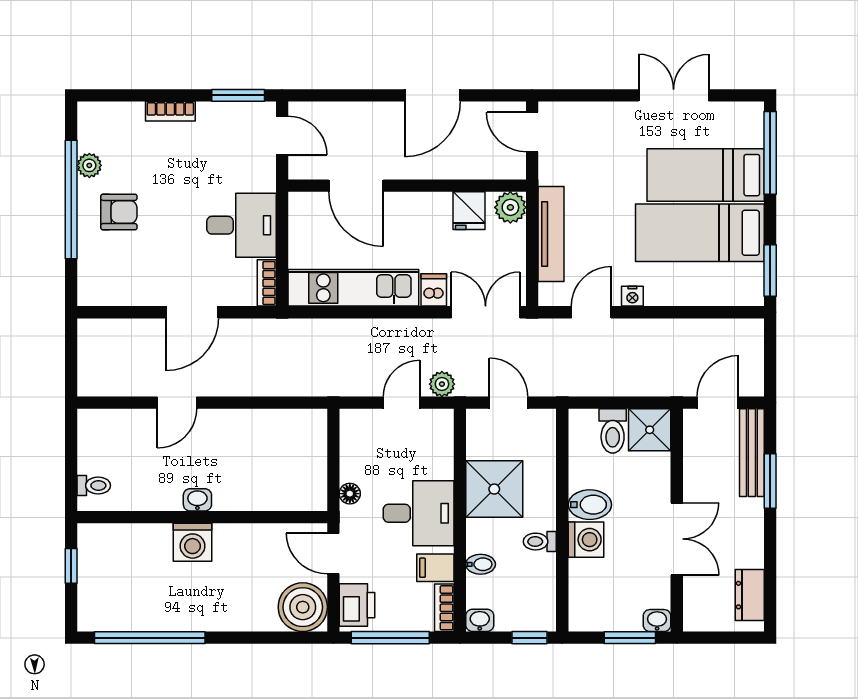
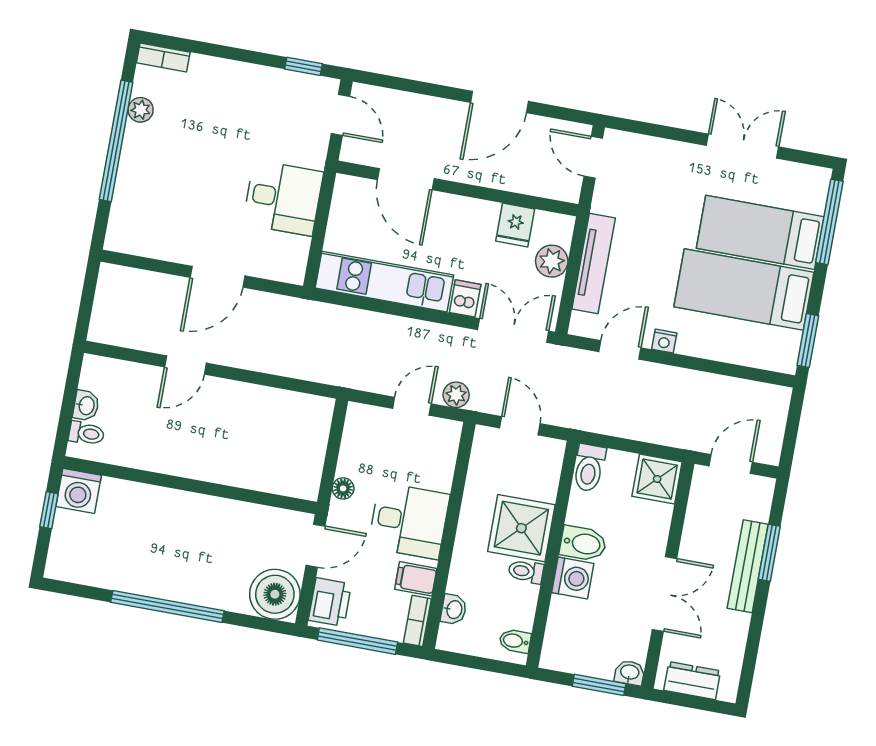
window: (238, 95) -> (303, 66), width x0.67
bookcase: (170, 111) -> (163, 57), moved
plant: (510, 207) -> (552, 261), moved
armchair: (119, 212) -> (162, 162), removed
bookcase: (267, 283) -> (298, 261), removed
toilet: (613, 431) -> (589, 468), moved
bench: (752, 453) -> (748, 566), moved
shower: (494, 489) -> (521, 528), moved
washbasin: (197, 500) -> (86, 406), moved, turned 90
washing machine: (193, 542) -> (79, 491), moved
door: (333, 553) -> (315, 546), swing flipped
bidet: (481, 564) -> (515, 641), moved, turned 180
dresser: (750, 595) -> (692, 681), moved, turned 90
washbasin: (480, 620) -> (454, 610), moved, turned 90
window: (150, 638) -> (167, 606), moved
window: (530, 638) -> (498, 667), removed

